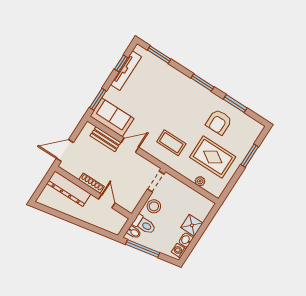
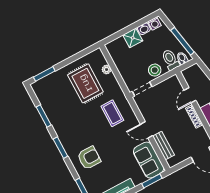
armchair: (219, 122) -> (89, 158), moved
window: (250, 156) -> (44, 74), moved

